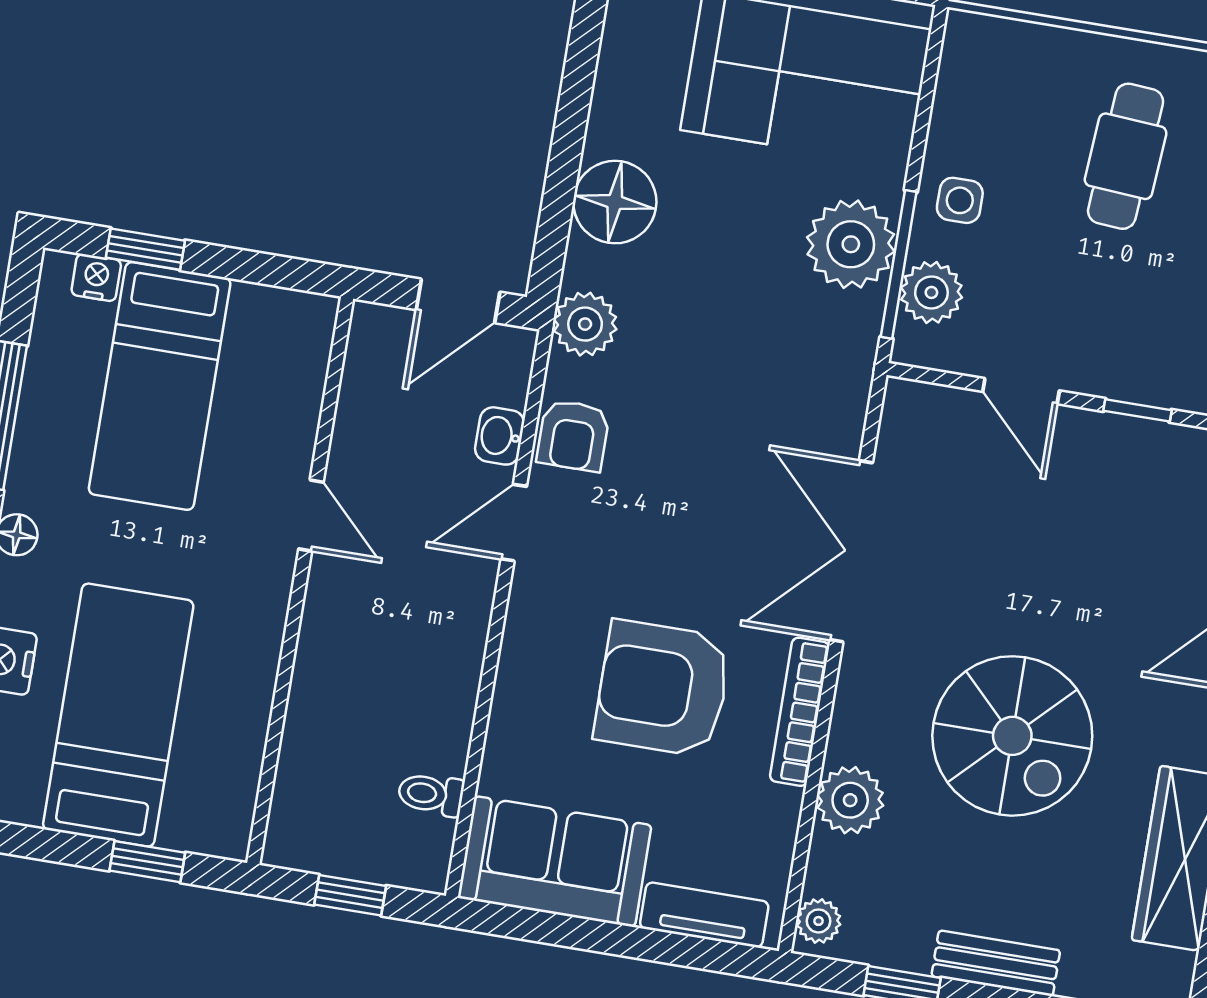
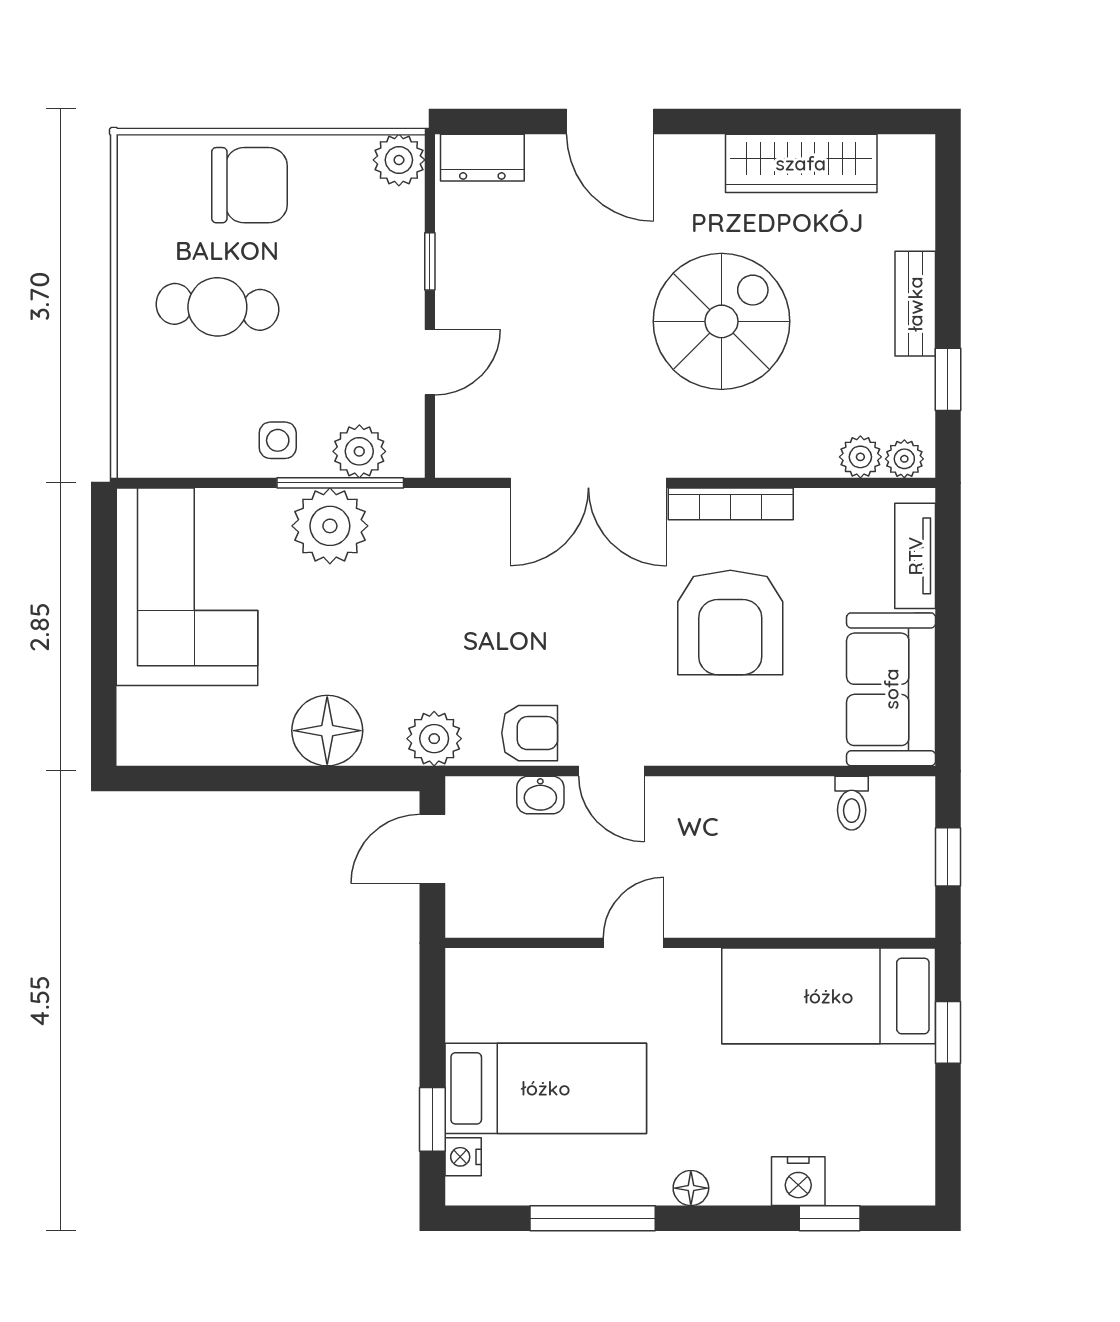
door: (458, 301) -> (432, 849), swing flipped
bed: (118, 715) -> (829, 996), moved
plant: (850, 800) -> (860, 457), moved, width x0.73, depth x0.73

